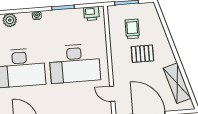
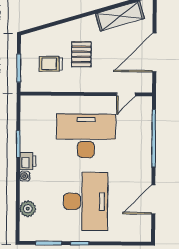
printer: (91, 14) -> (28, 161), moved
desk: (75, 64) -> (86, 136), turned -90

